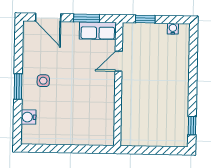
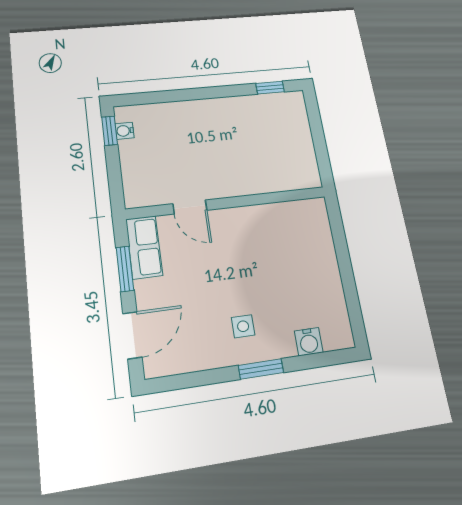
window: (145, 19) -> (109, 131), moved

